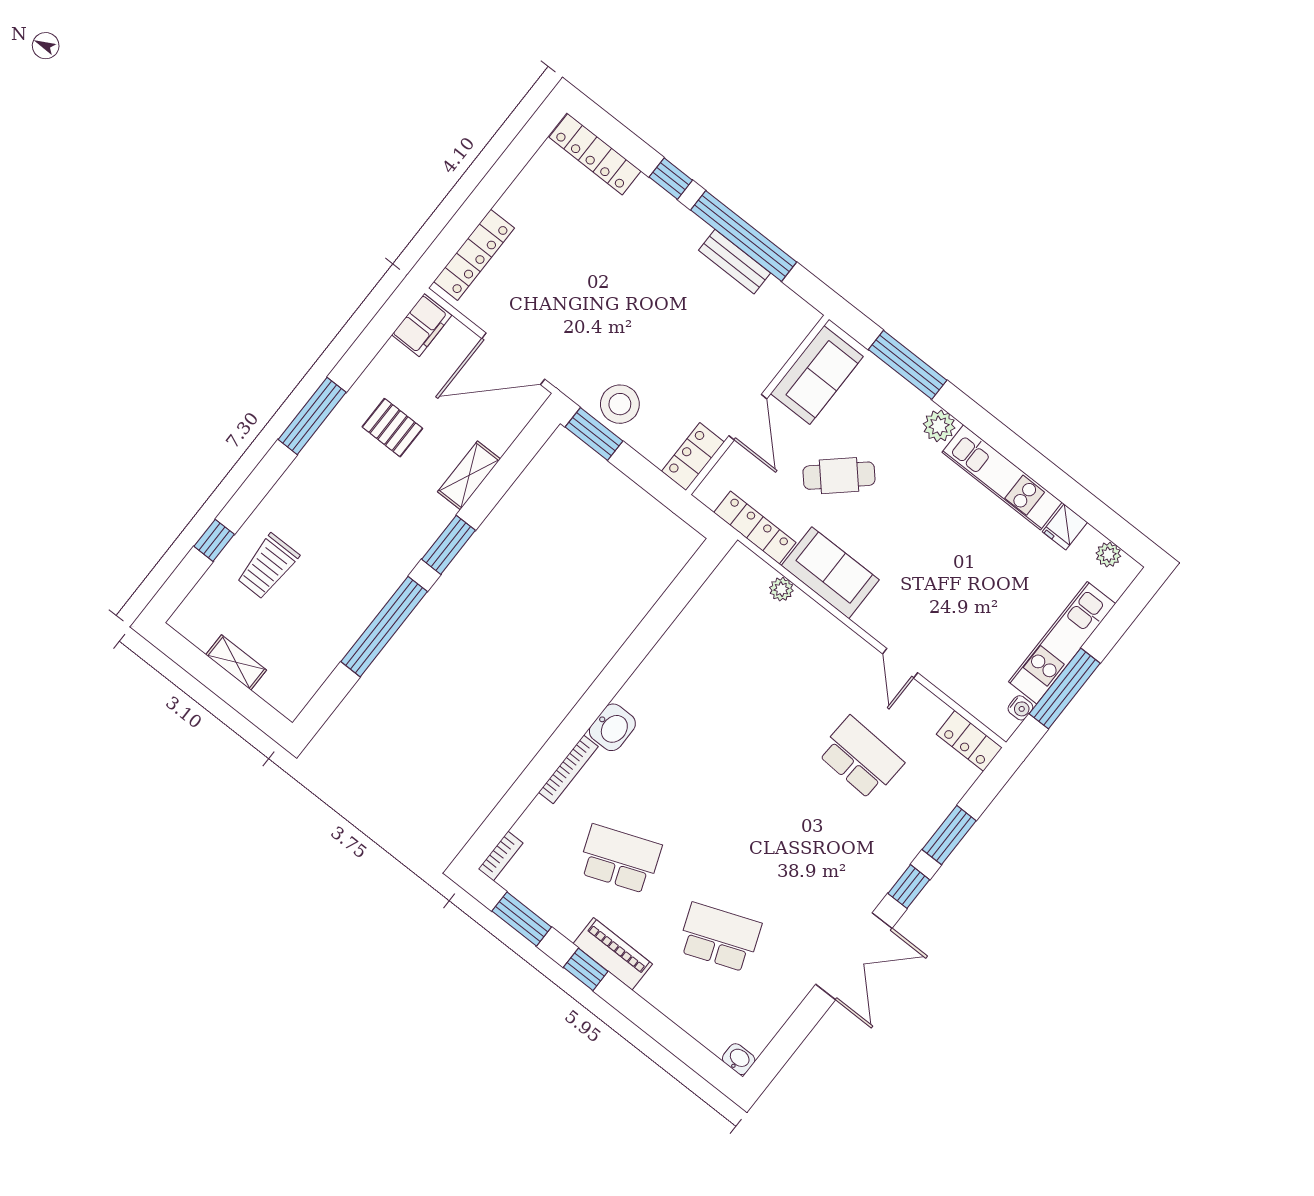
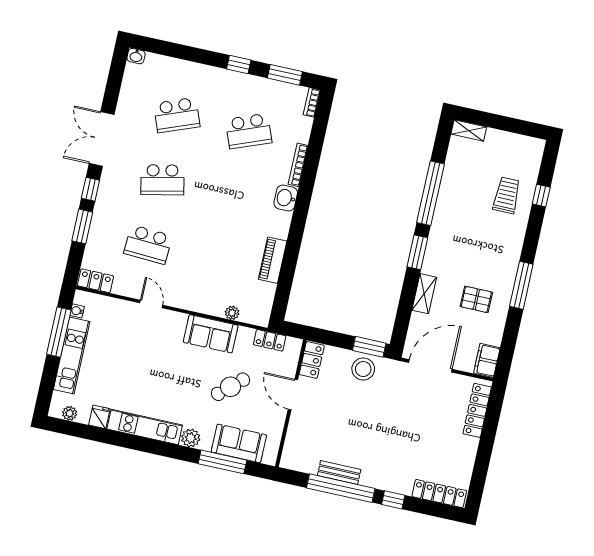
sofa: (817, 375) -> (239, 443), moved, turned 90
locker: (755, 527) -> (270, 340), width x0.66
shelving: (236, 662) -> (469, 130), moved
school desk: (790, 848) -> (162, 180), added
piano: (613, 954) -> (273, 260), moved, turned 90

